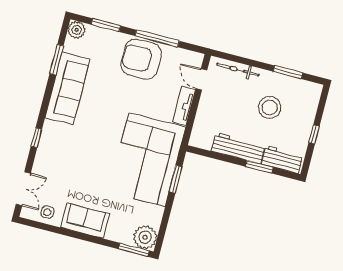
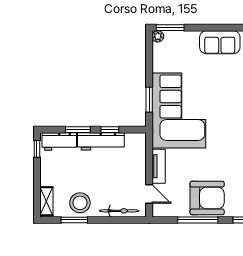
shelving: (312, 100) -> (46, 201), added
stool: (270, 107) -> (80, 203), moved
window: (314, 134) -> (37, 149), moved
window: (225, 158) -> (110, 130), added
plant: (145, 237) -> (158, 36), width x0.53, depth x0.53

